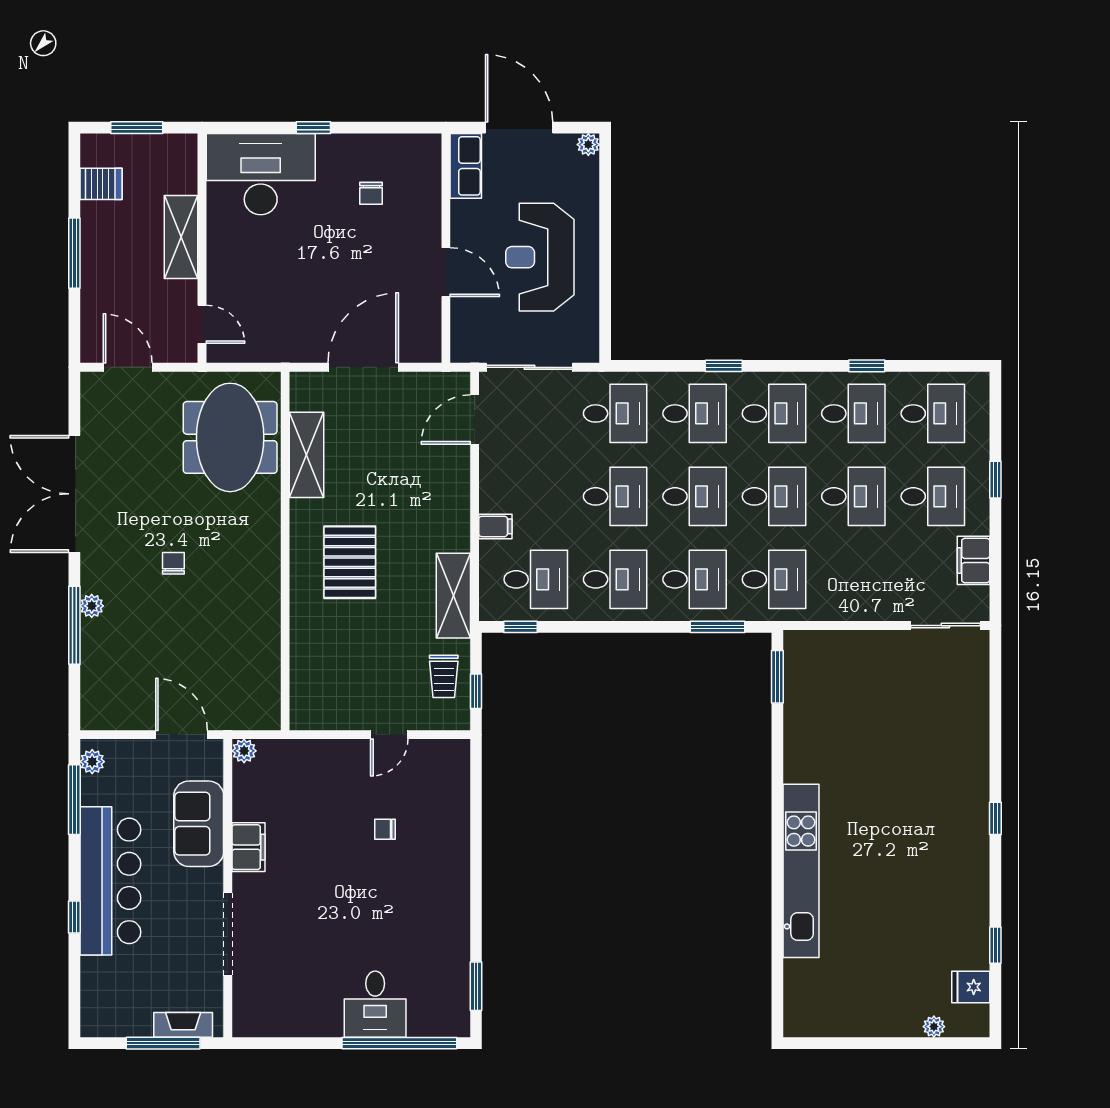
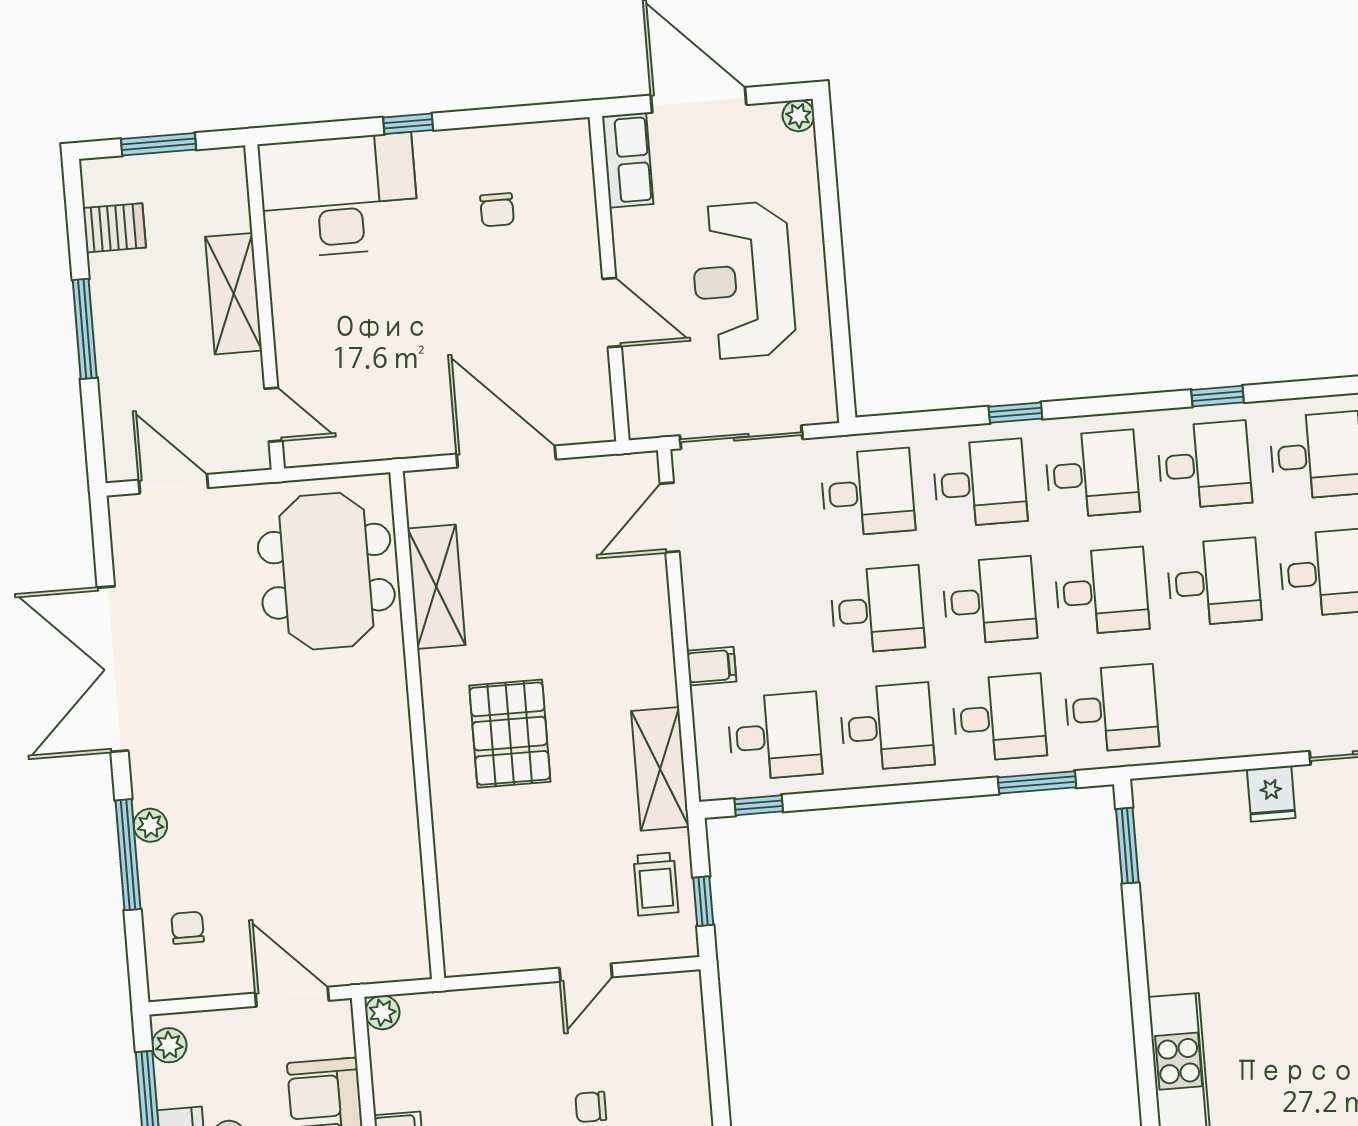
door: (363, 367) -> (506, 457), hinge flipped
chair: (173, 563) -> (188, 928), moved
fridge: (881, 648) -> (1271, 794), added

